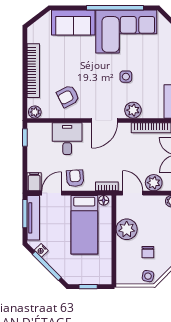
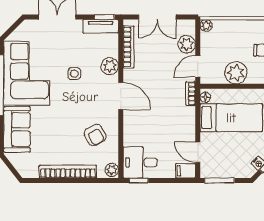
desk: (67, 139) -> (140, 162), moved
armchair: (75, 178) -> (182, 127), removed
tv unit: (33, 218) -> (224, 172), removed

